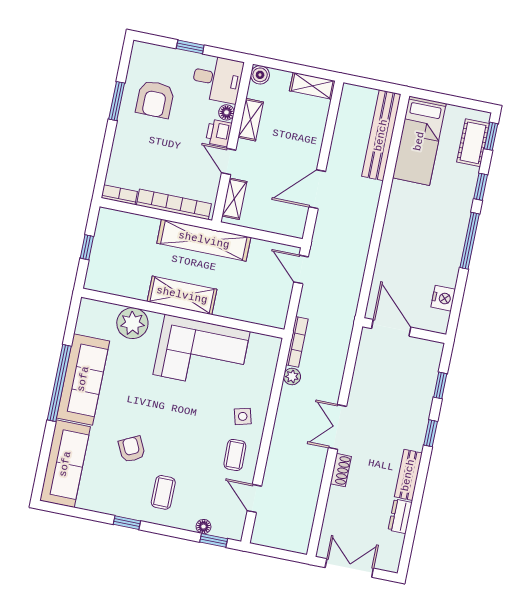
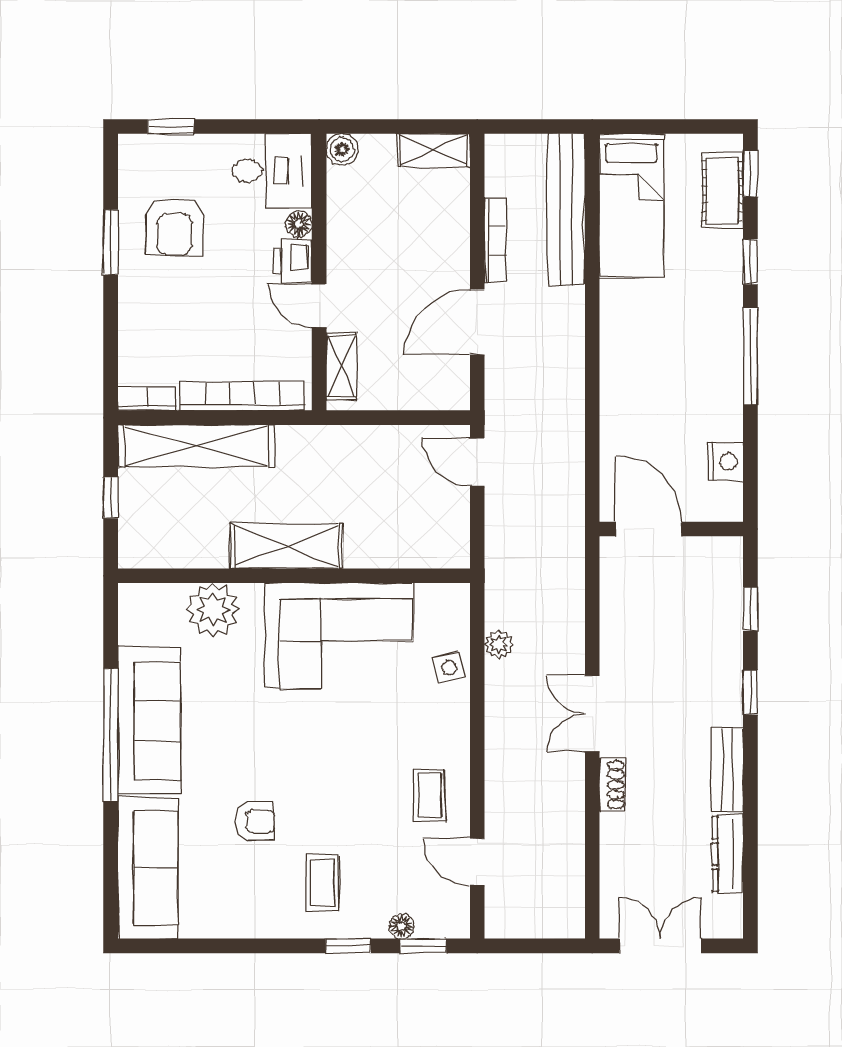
window: (190, 47) -> (171, 127), moved
shelving: (251, 120) -> (342, 228), removed
shelving: (204, 240) -> (196, 446), moved
bookcase: (297, 342) -> (495, 241), moved
side table: (243, 416) -> (449, 668), moved
armchair: (132, 449) -> (255, 821), turned 116
dresser: (400, 516) -> (728, 854), width x1.44
window: (127, 523) -> (348, 946), moved

